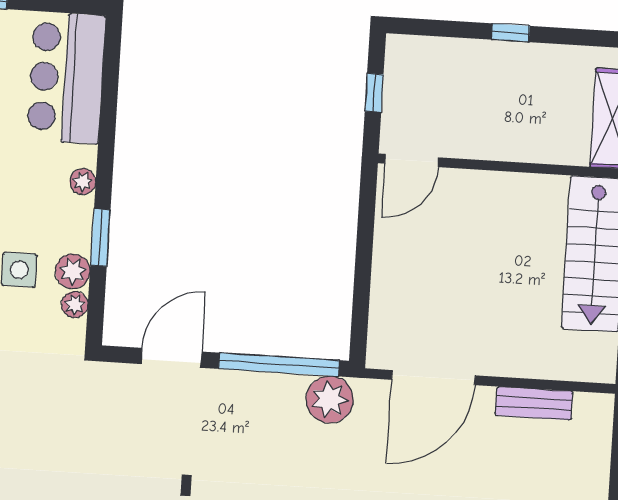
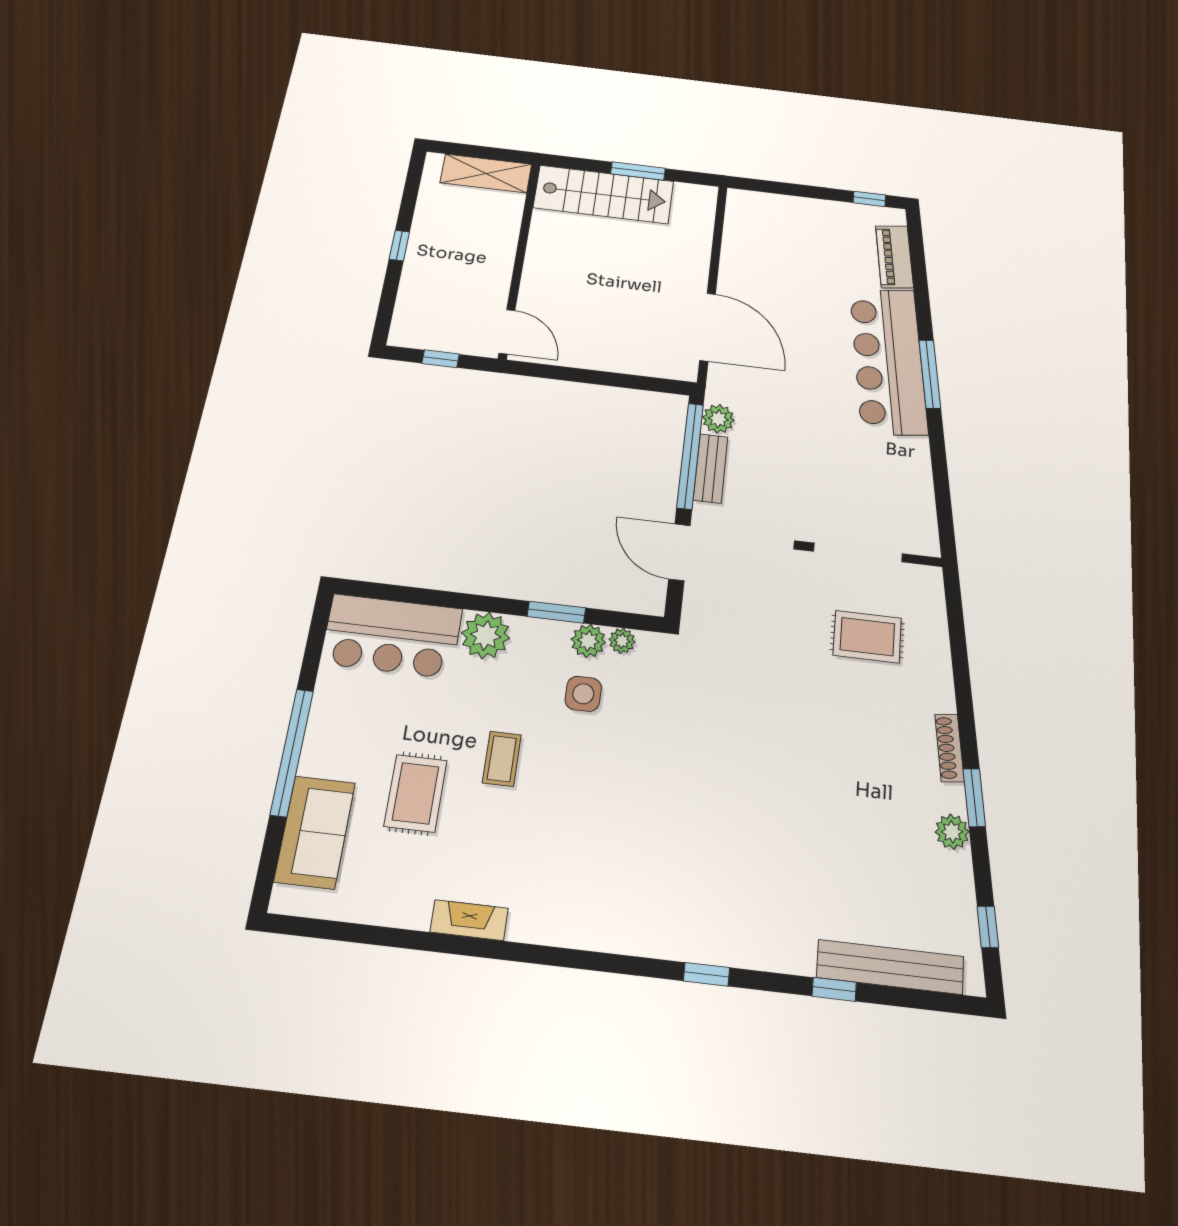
plant: (83, 182) -> (486, 635), width x1.87, depth x1.87
plant: (330, 399) -> (718, 419), width x0.73, depth x0.73
bench: (534, 403) -> (711, 468), moved

